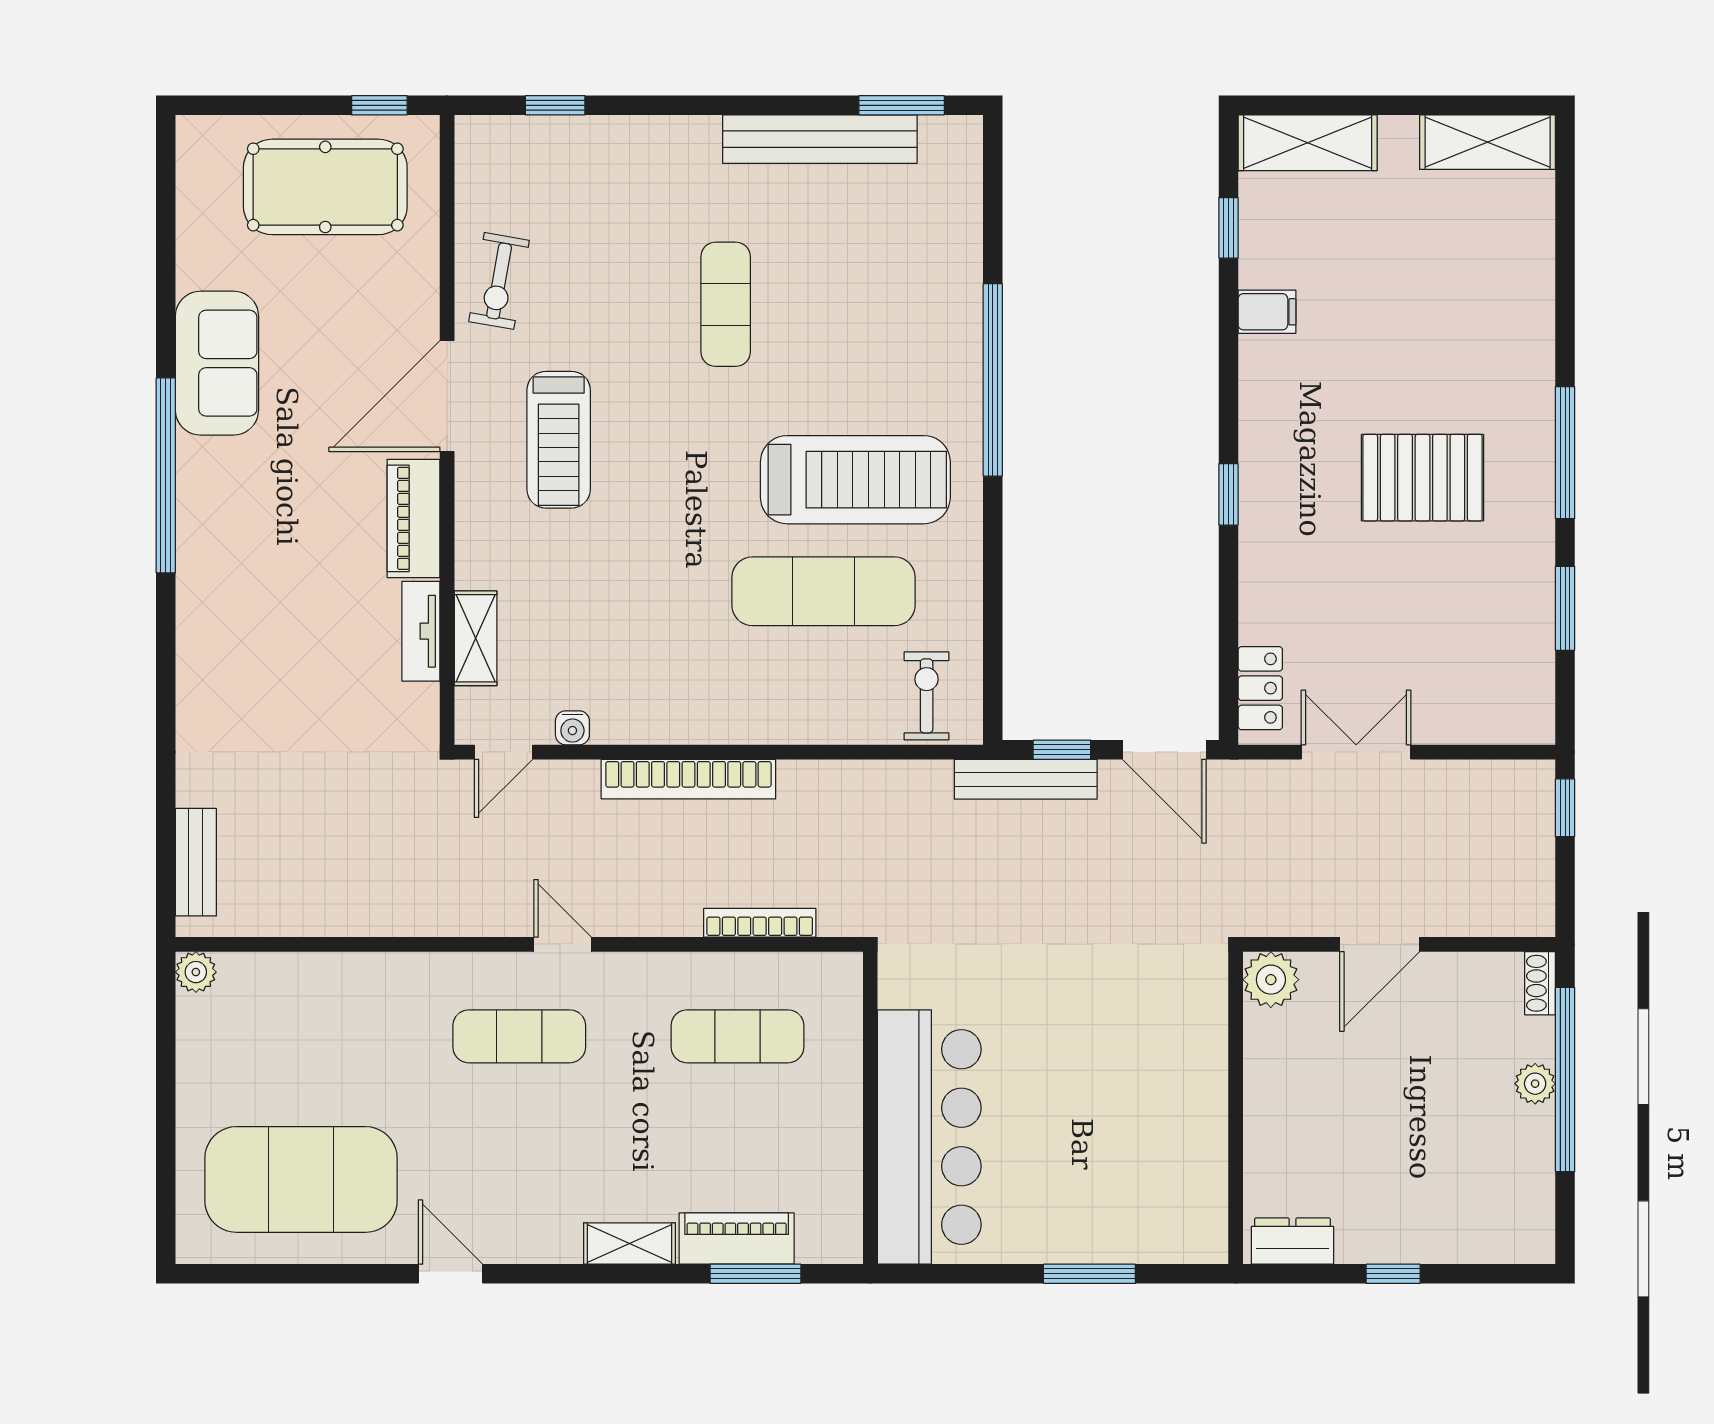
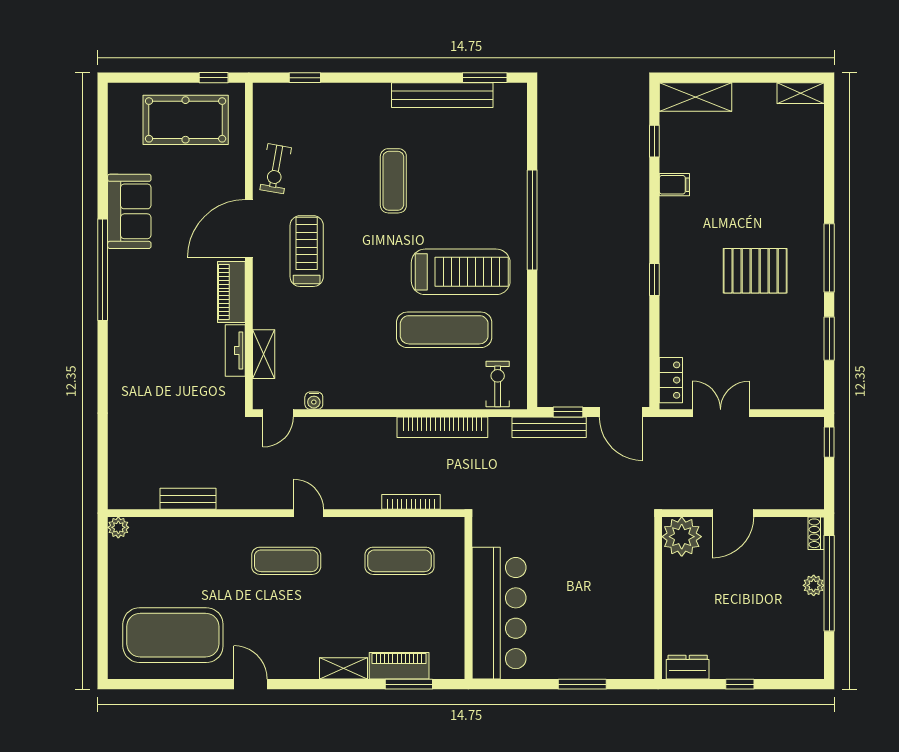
shelving: (1488, 142) -> (801, 93), width x0.67, depth x0.75
treadmill: (559, 440) -> (307, 251), turned 180
bookcase: (688, 779) -> (442, 427), moved
bench: (196, 862) -> (188, 499), moved, turned 90
plant: (1271, 980) -> (682, 537), width x1.36, depth x1.36

